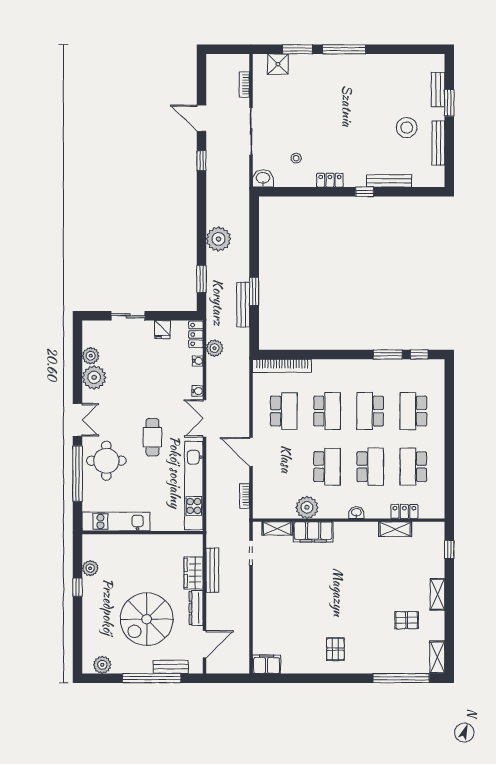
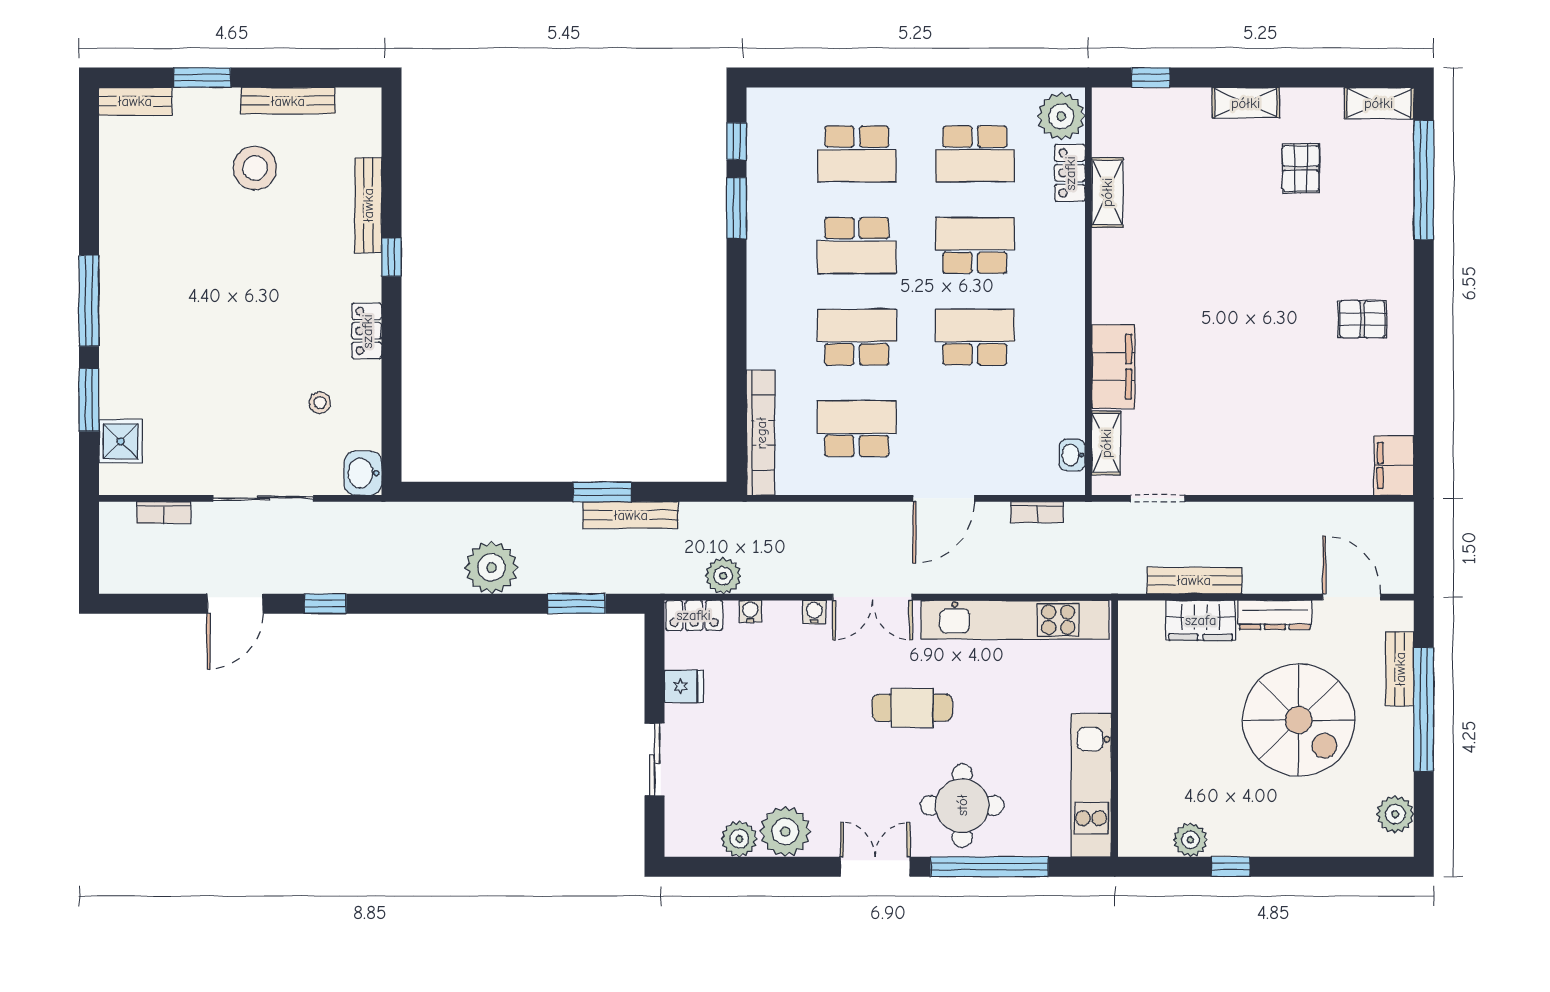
bench: (438, 90) -> (135, 101), moved
plant: (307, 507) -> (1061, 116), moved
washbasin: (356, 513) -> (1072, 455), moved

